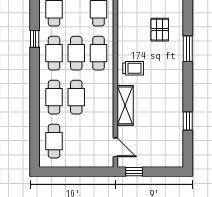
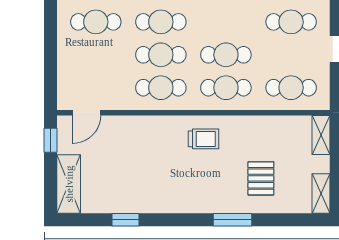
pallet: (160, 30) -> (261, 178), turned 90
cafe table: (54, 53) -> (161, 88), moved
trolley: (133, 68) -> (204, 139), turned -90
shelving: (125, 105) -> (69, 184), moved, turned 90

